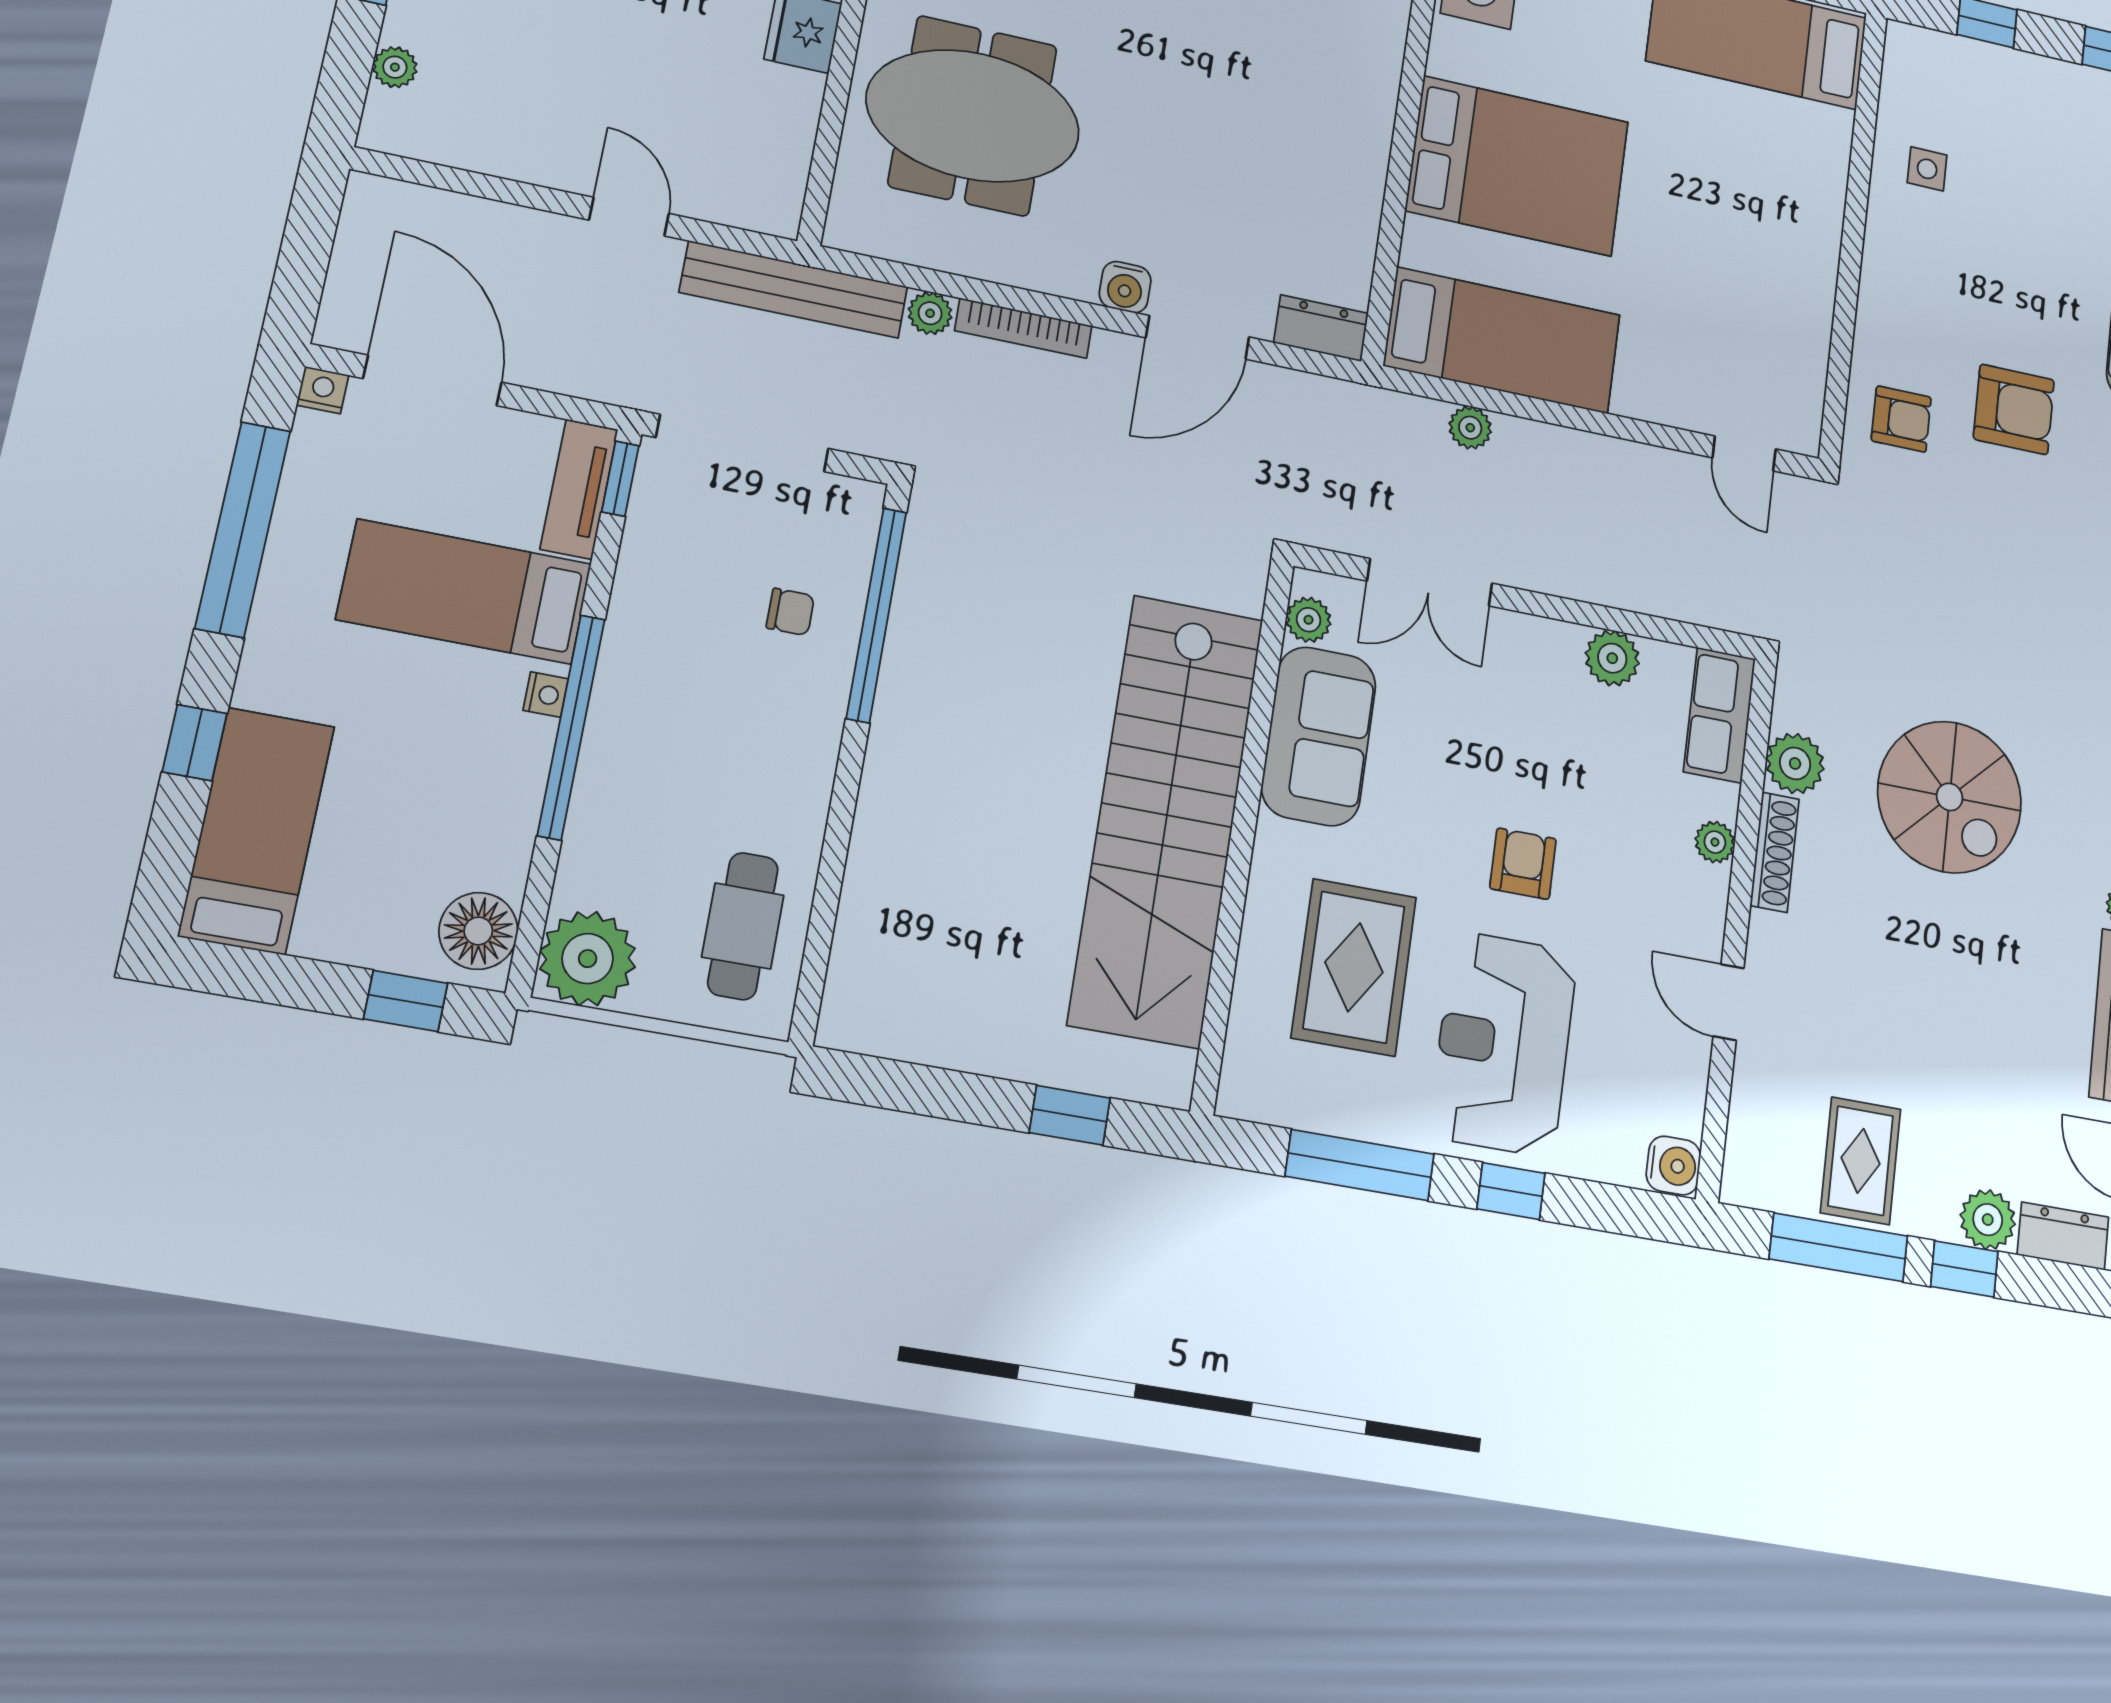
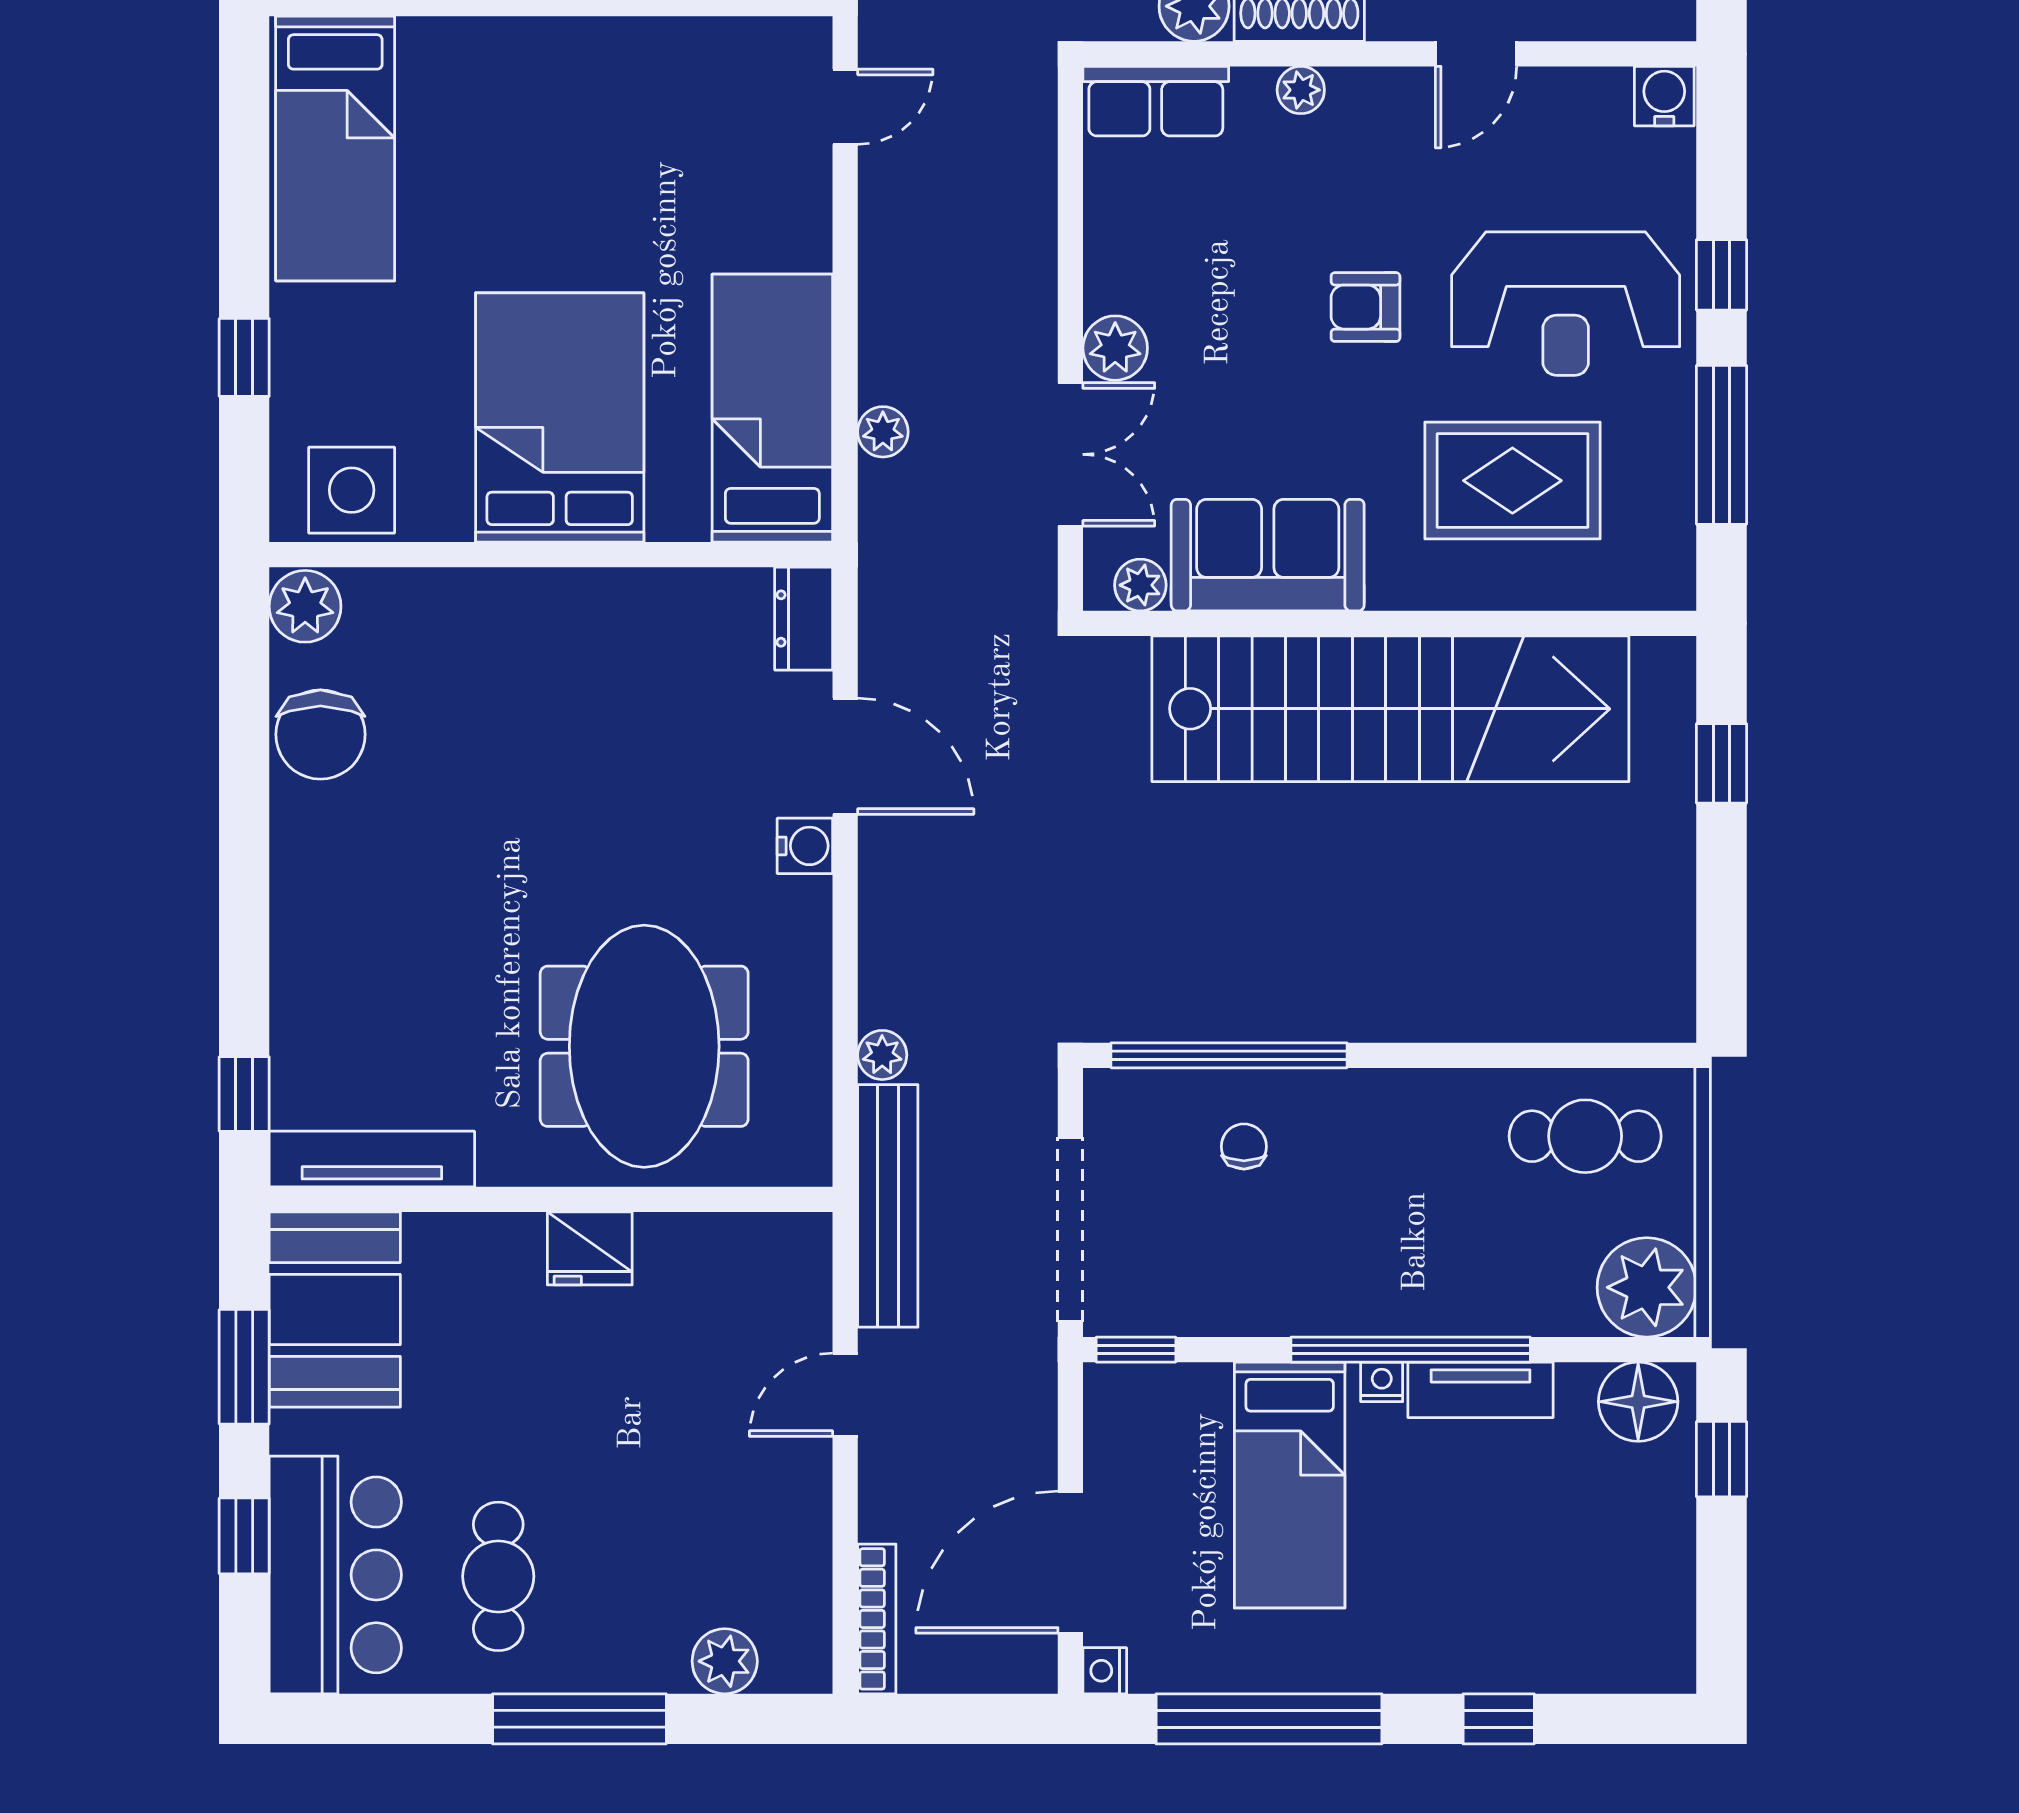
plant: (395, 67) -> (725, 1661), width x1.38, depth x1.38
bookcase: (1023, 328) -> (877, 1619), moved
tv unit: (579, 489) -> (1480, 1390), moved
plant: (1612, 658) -> (1115, 348), moved
bed: (257, 831) -> (1576, 1640), removed

